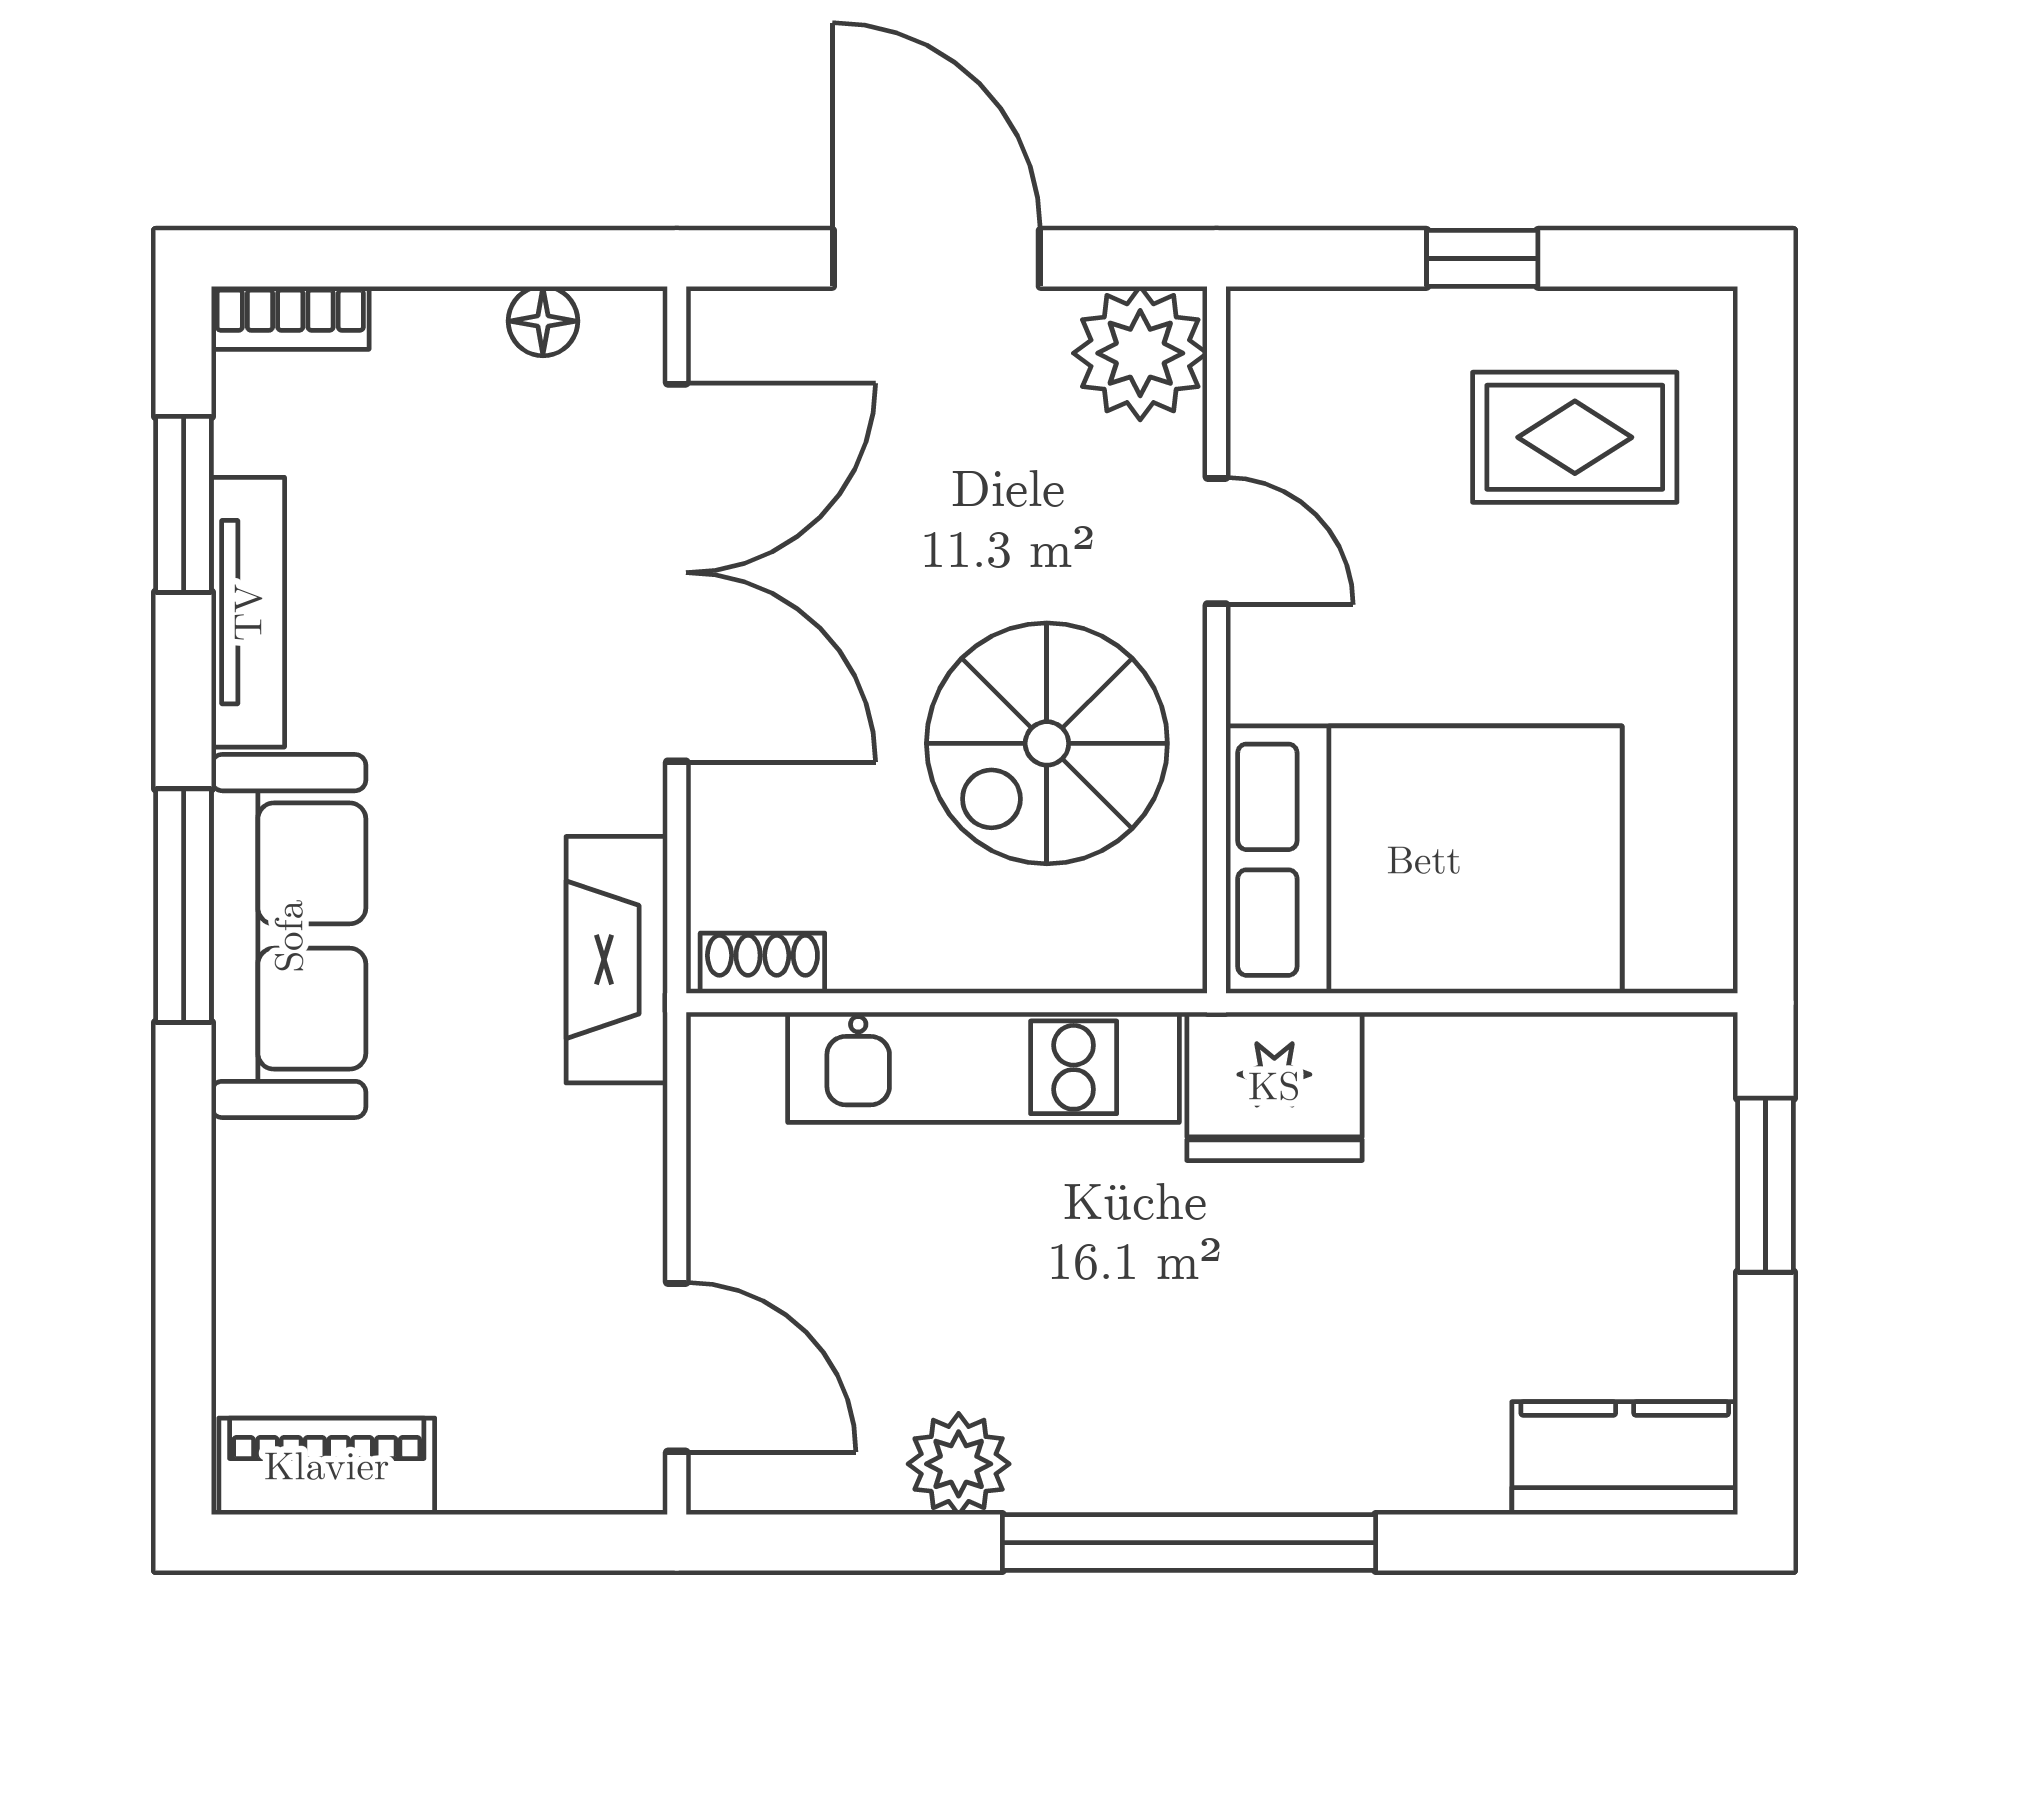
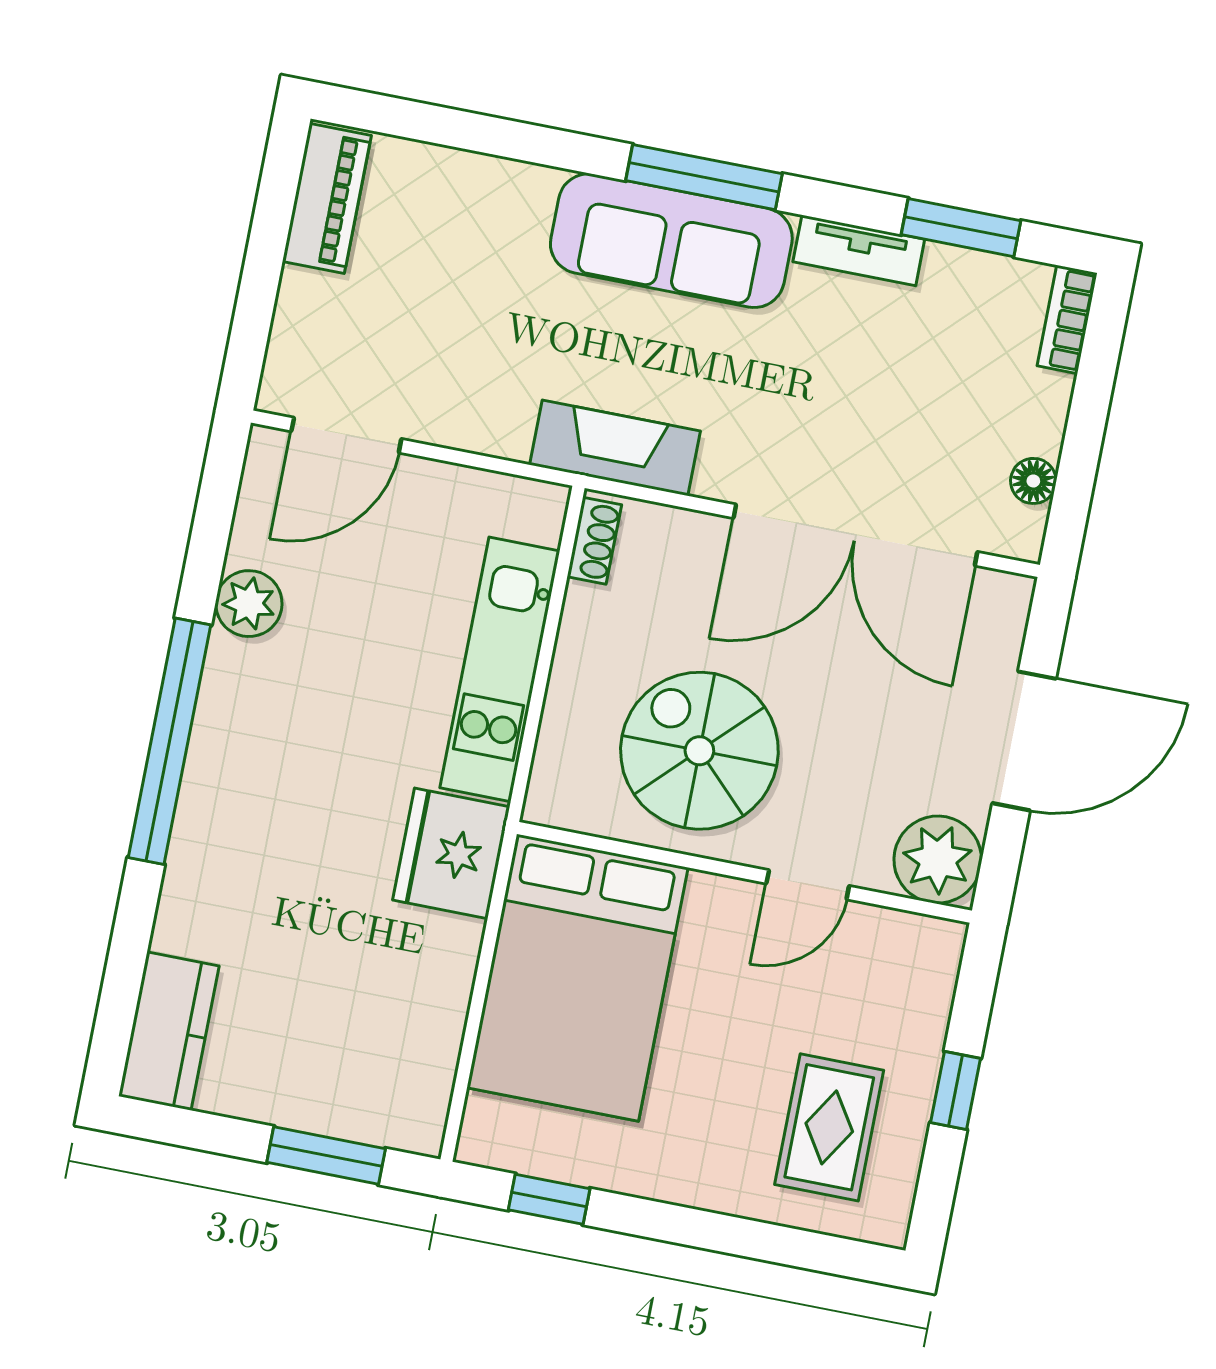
tv unit: (248, 612) -> (859, 250), width x0.71
window: (1765, 837) -> (549, 1199), added

